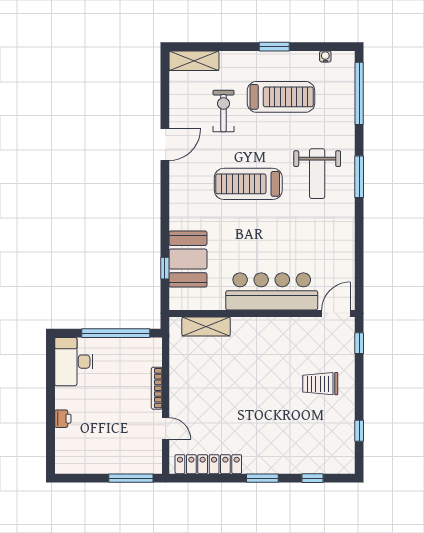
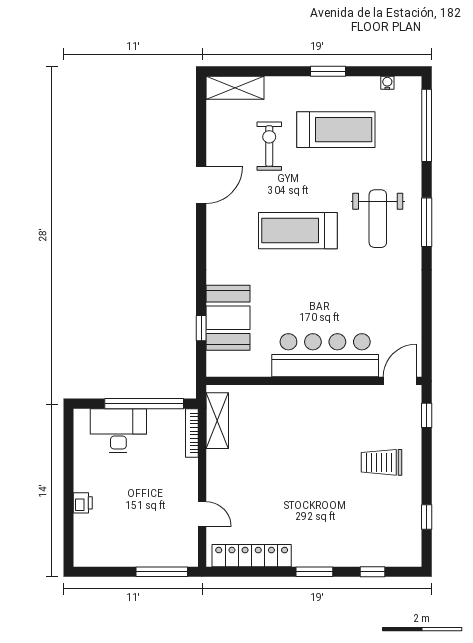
shelving: (206, 327) -> (217, 421), moved, turned 90
desk: (74, 362) -> (118, 431), moved, turned 90
bookcase: (157, 388) -> (192, 433), moved

